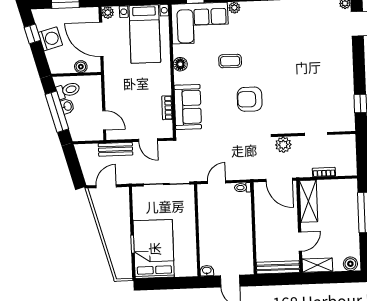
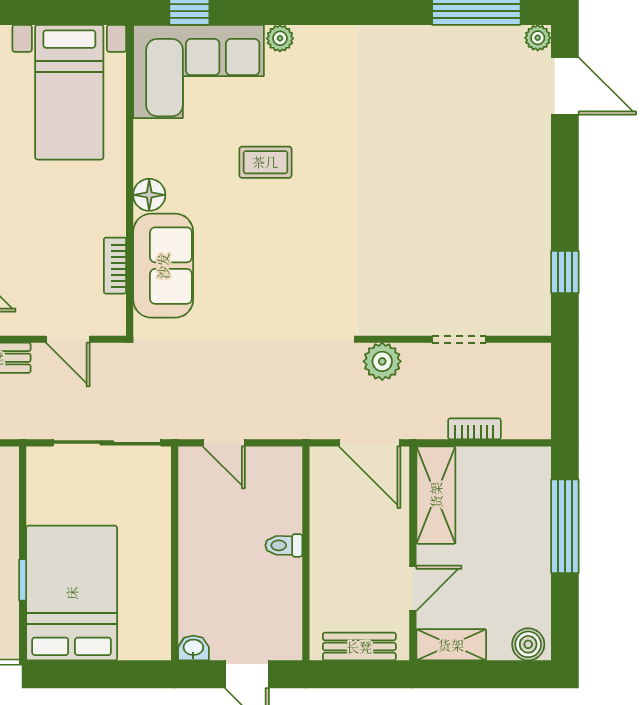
floor lamp: (180, 64) -> (149, 195), moved
armchair: (250, 99) -> (308, 253), removed
door: (217, 182) -> (224, 443), swing flipped
toilet: (243, 188) -> (284, 545), moved
bench: (278, 267) -> (359, 647), width x0.73

